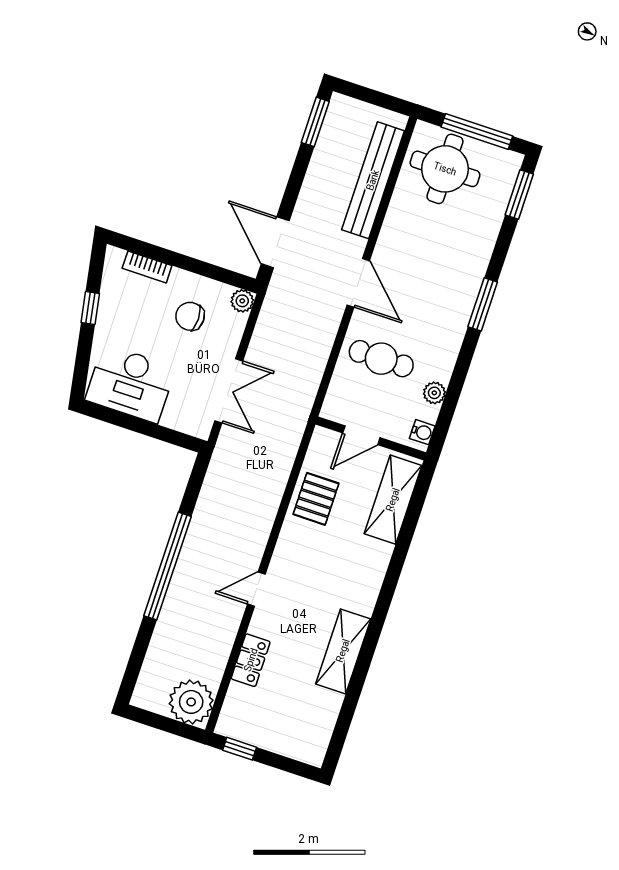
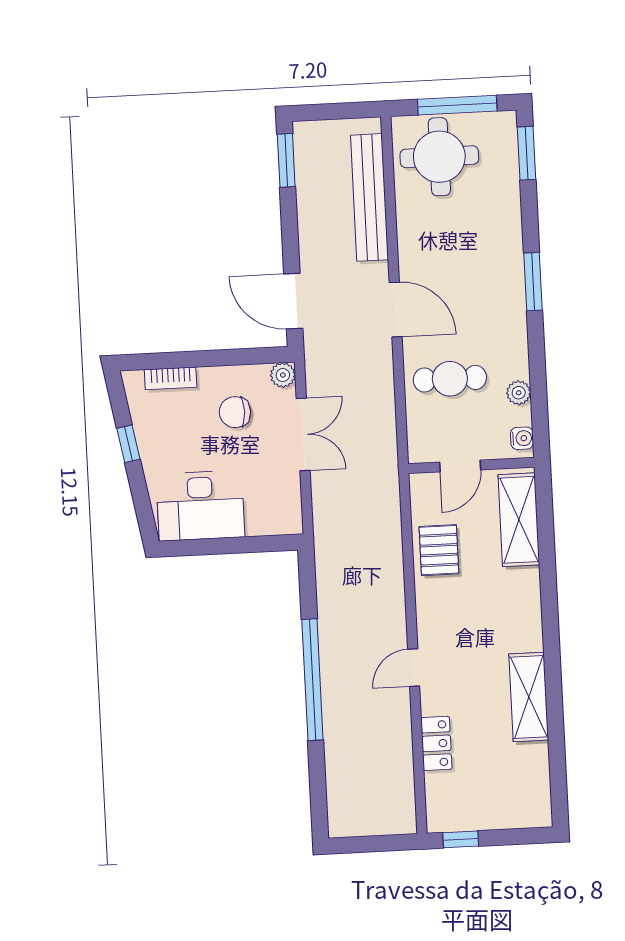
double door: (229, 391) -> (303, 434), moved
plant: (191, 702) -> (392, 811), removed

